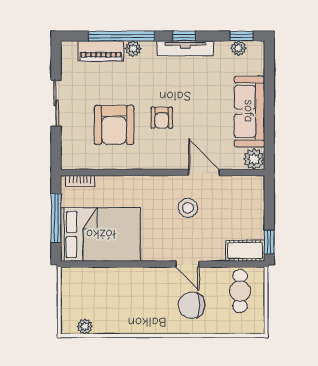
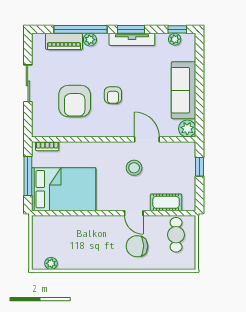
window: (184, 36) -> (131, 29), width x1.50
window: (269, 242) -> (199, 167), moved
cot: (245, 251) -> (166, 202), moved

